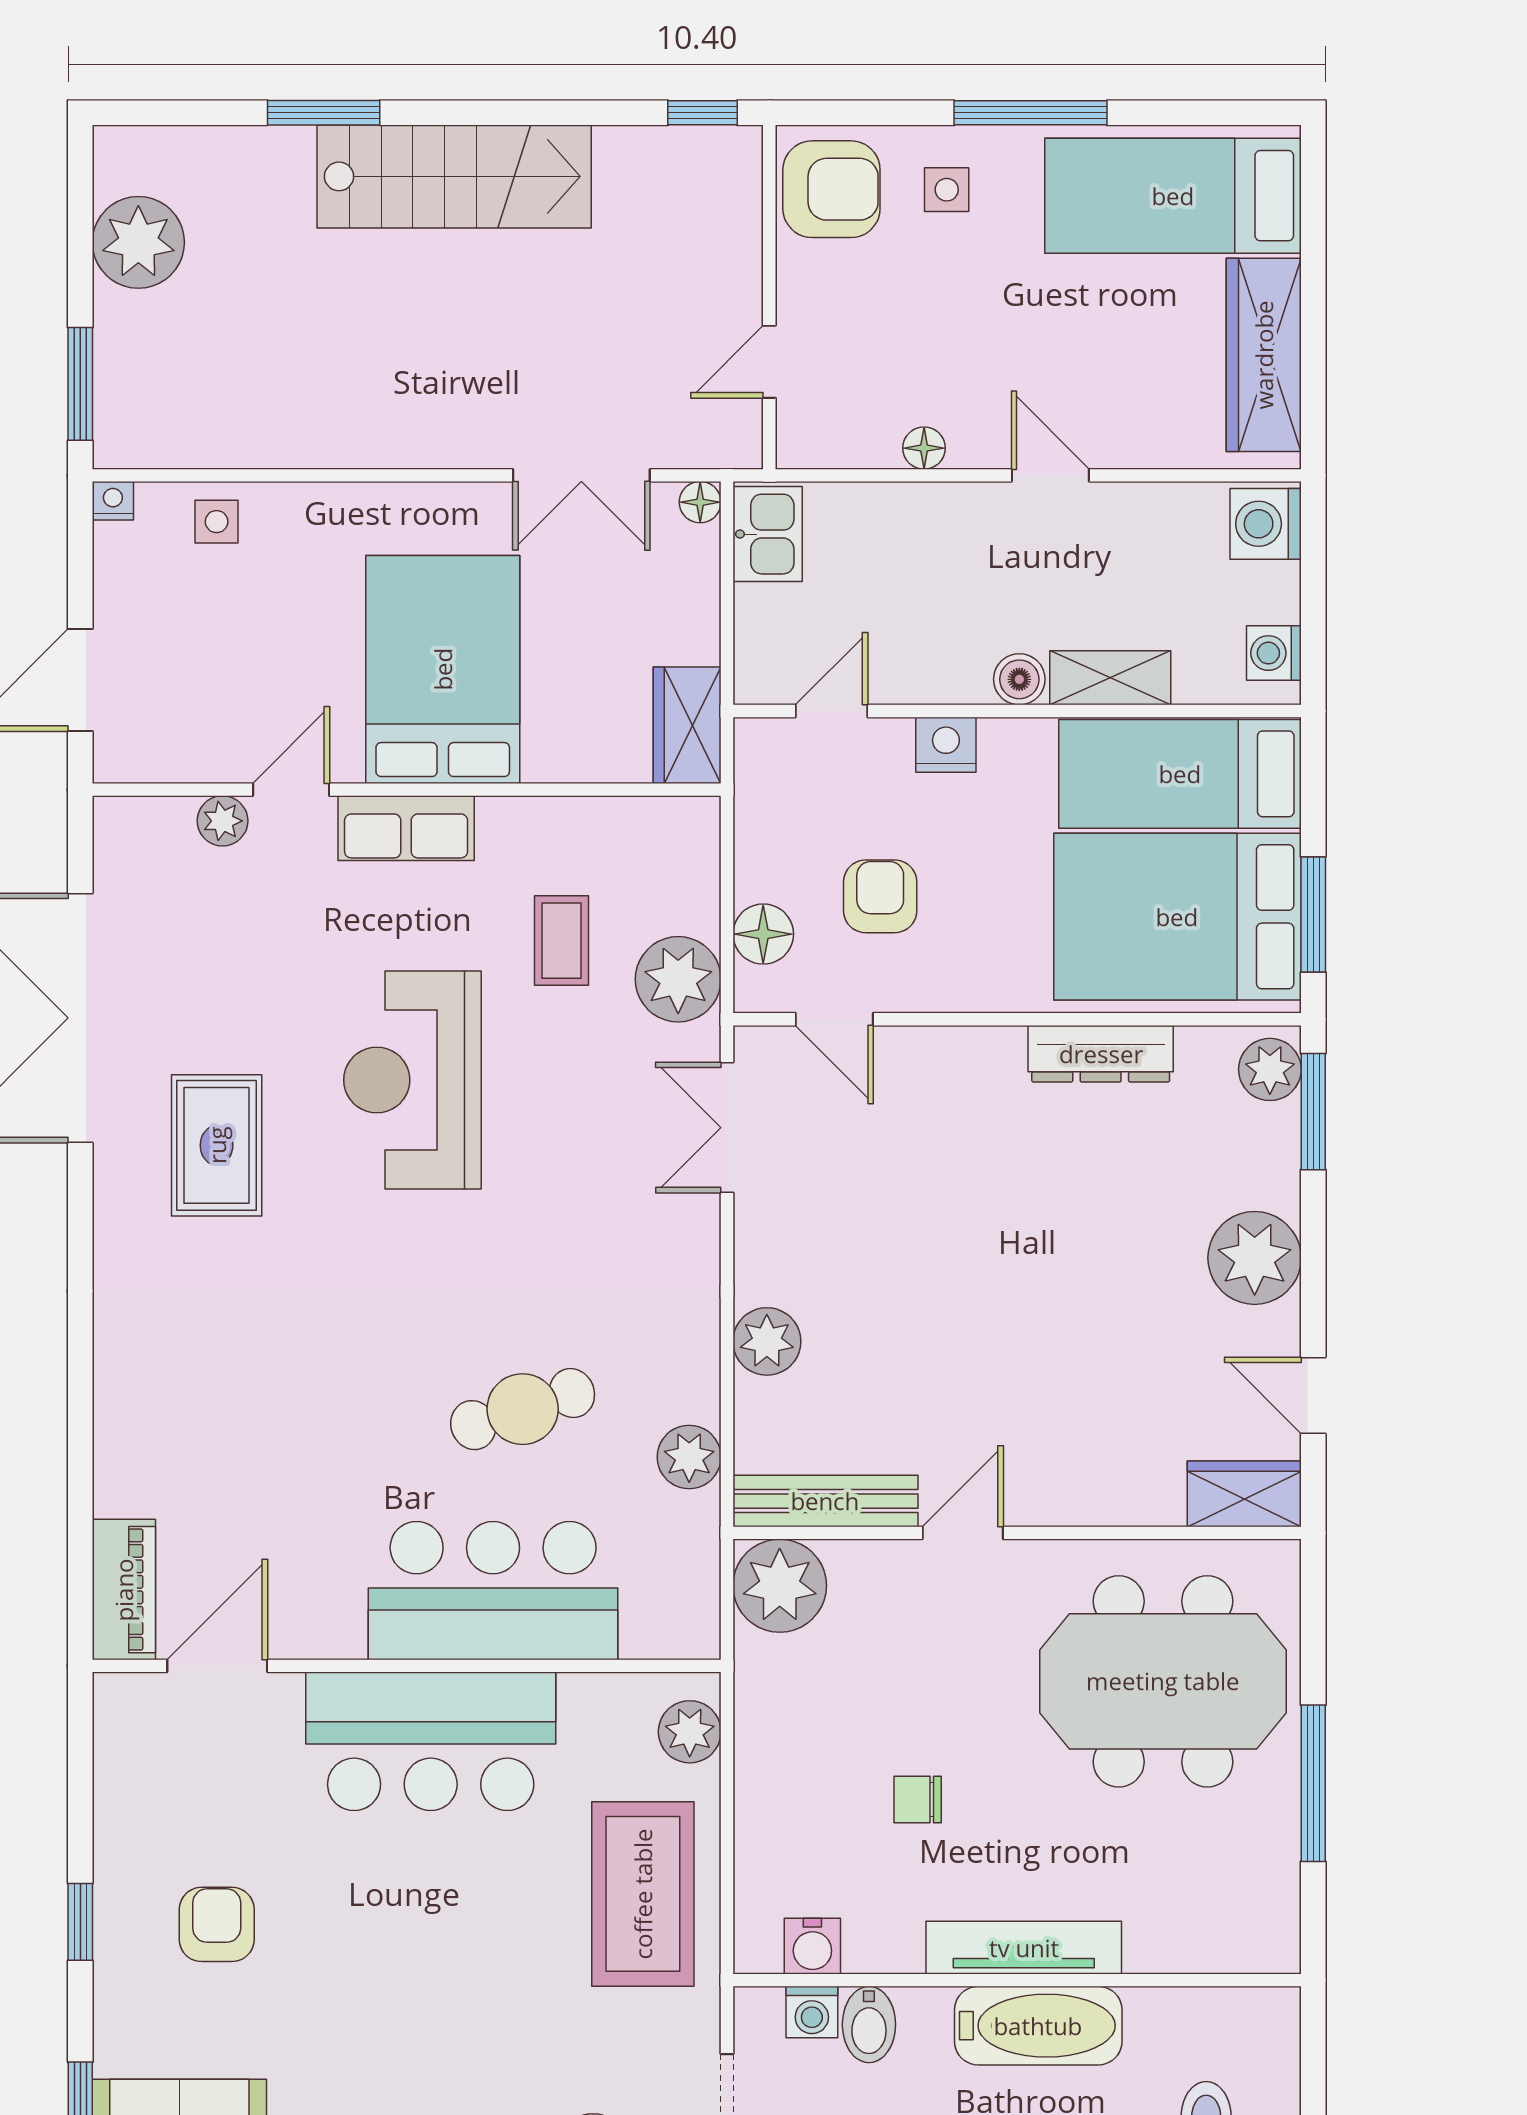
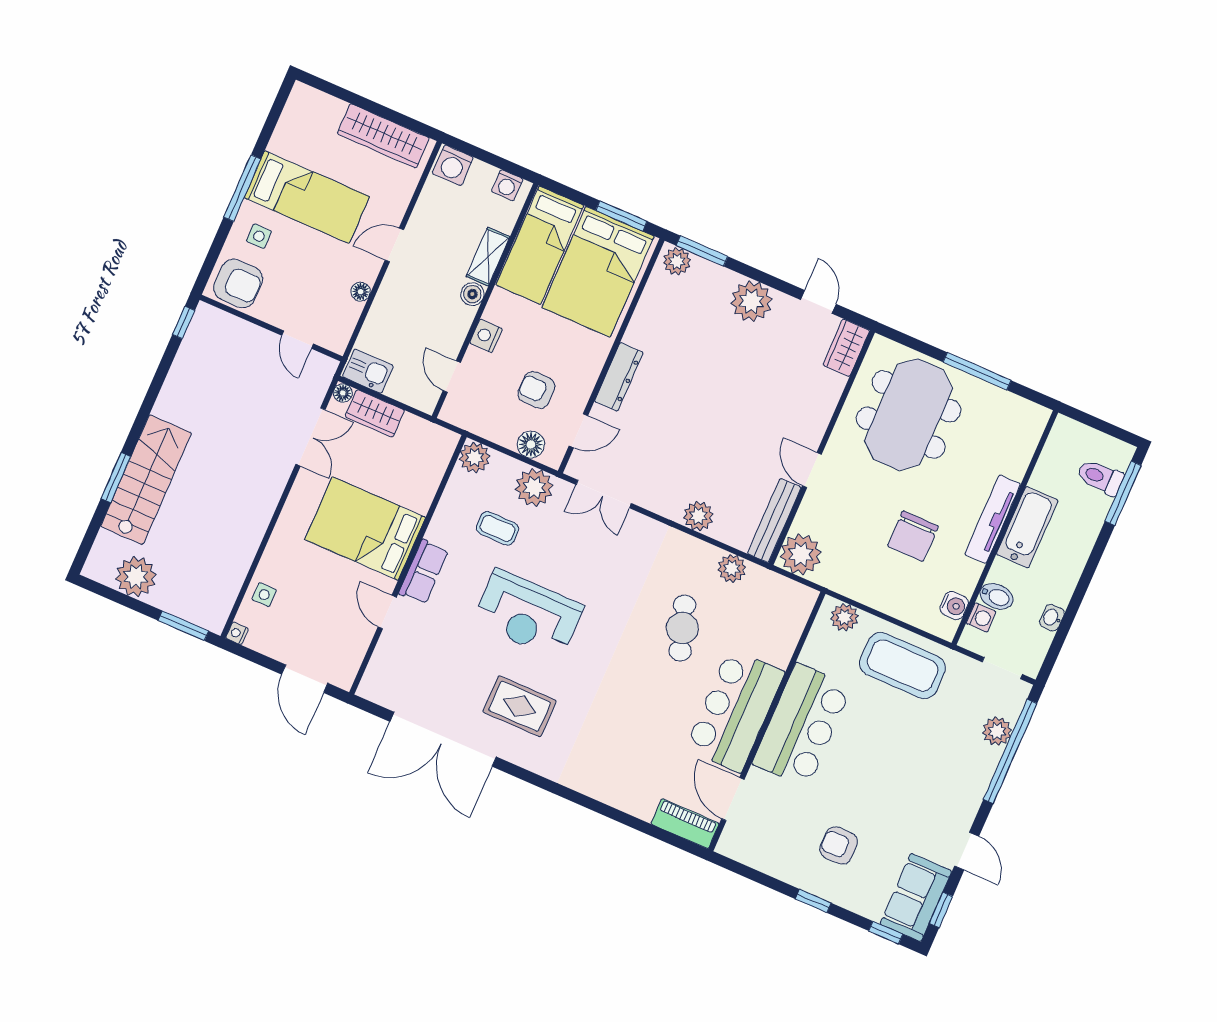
stairs: (454, 176) -> (146, 480), moved
armchair: (831, 189) -> (238, 283), turned 90
bed: (1173, 196) -> (307, 197), moved, turned -90
wardrobe: (687, 725) -> (375, 413), moved
plant: (223, 821) -> (475, 458), moved, width x1.38, depth x1.38
dresser: (1101, 1054) -> (619, 377), moved
door: (1313, 1396) -> (818, 302), swing flipped
bar counter: (493, 1591) -> (735, 710), moved
chair: (918, 1800) -> (913, 536), width x1.87, depth x1.87

